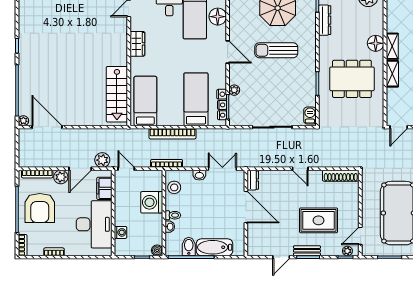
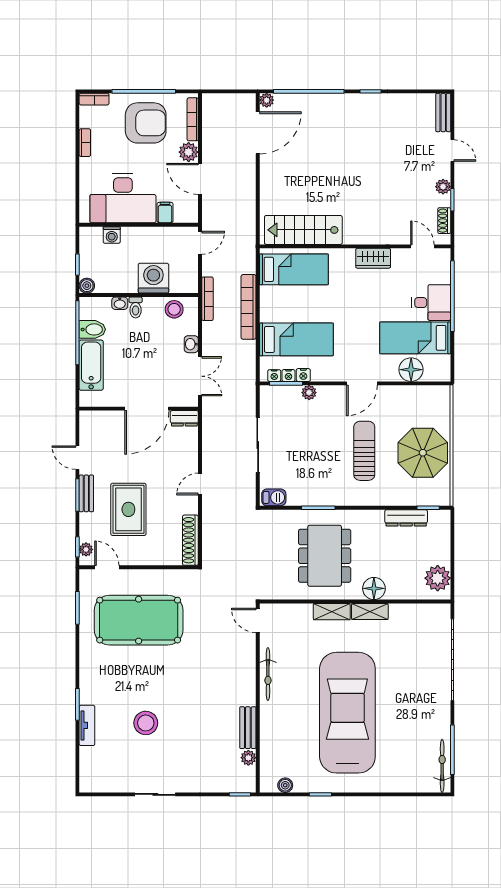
plant: (102, 160) -> (212, 210), removed
filing cabinet: (104, 188) -> (165, 213), width x0.50
armchair: (40, 208) -> (146, 123), turned 180

